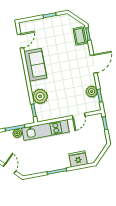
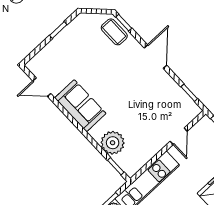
door: (21, 41) -> (42, 87), swing flipped
plant: (92, 92) -> (176, 94), removed

